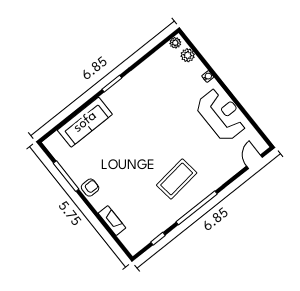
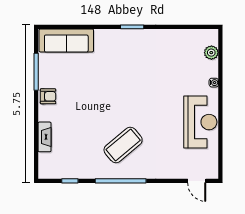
plant: (175, 43) -> (209, 35), removed
sofa: (85, 122) -> (66, 40), moved
door: (254, 162) -> (197, 181), swing flipped
coffee table: (177, 179) -> (123, 145), turned -33

